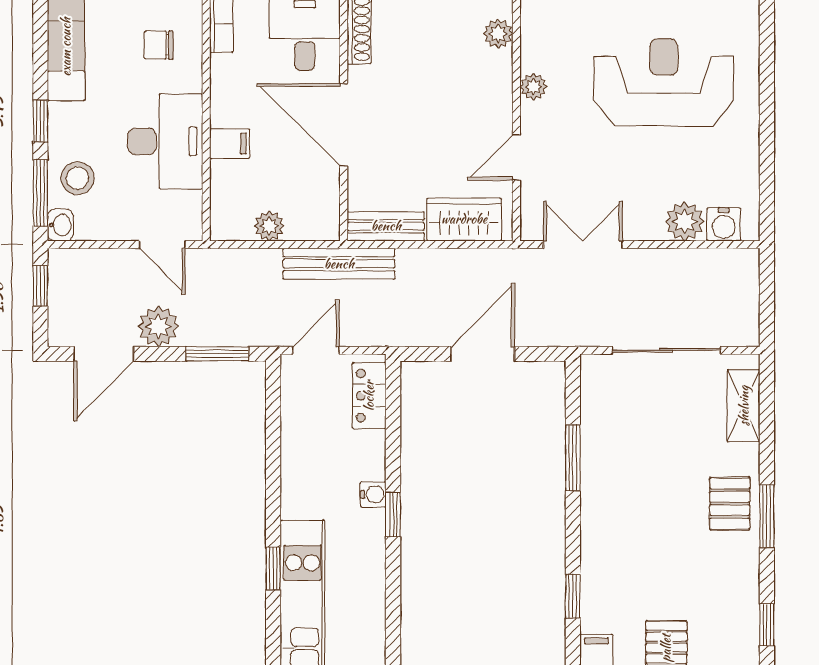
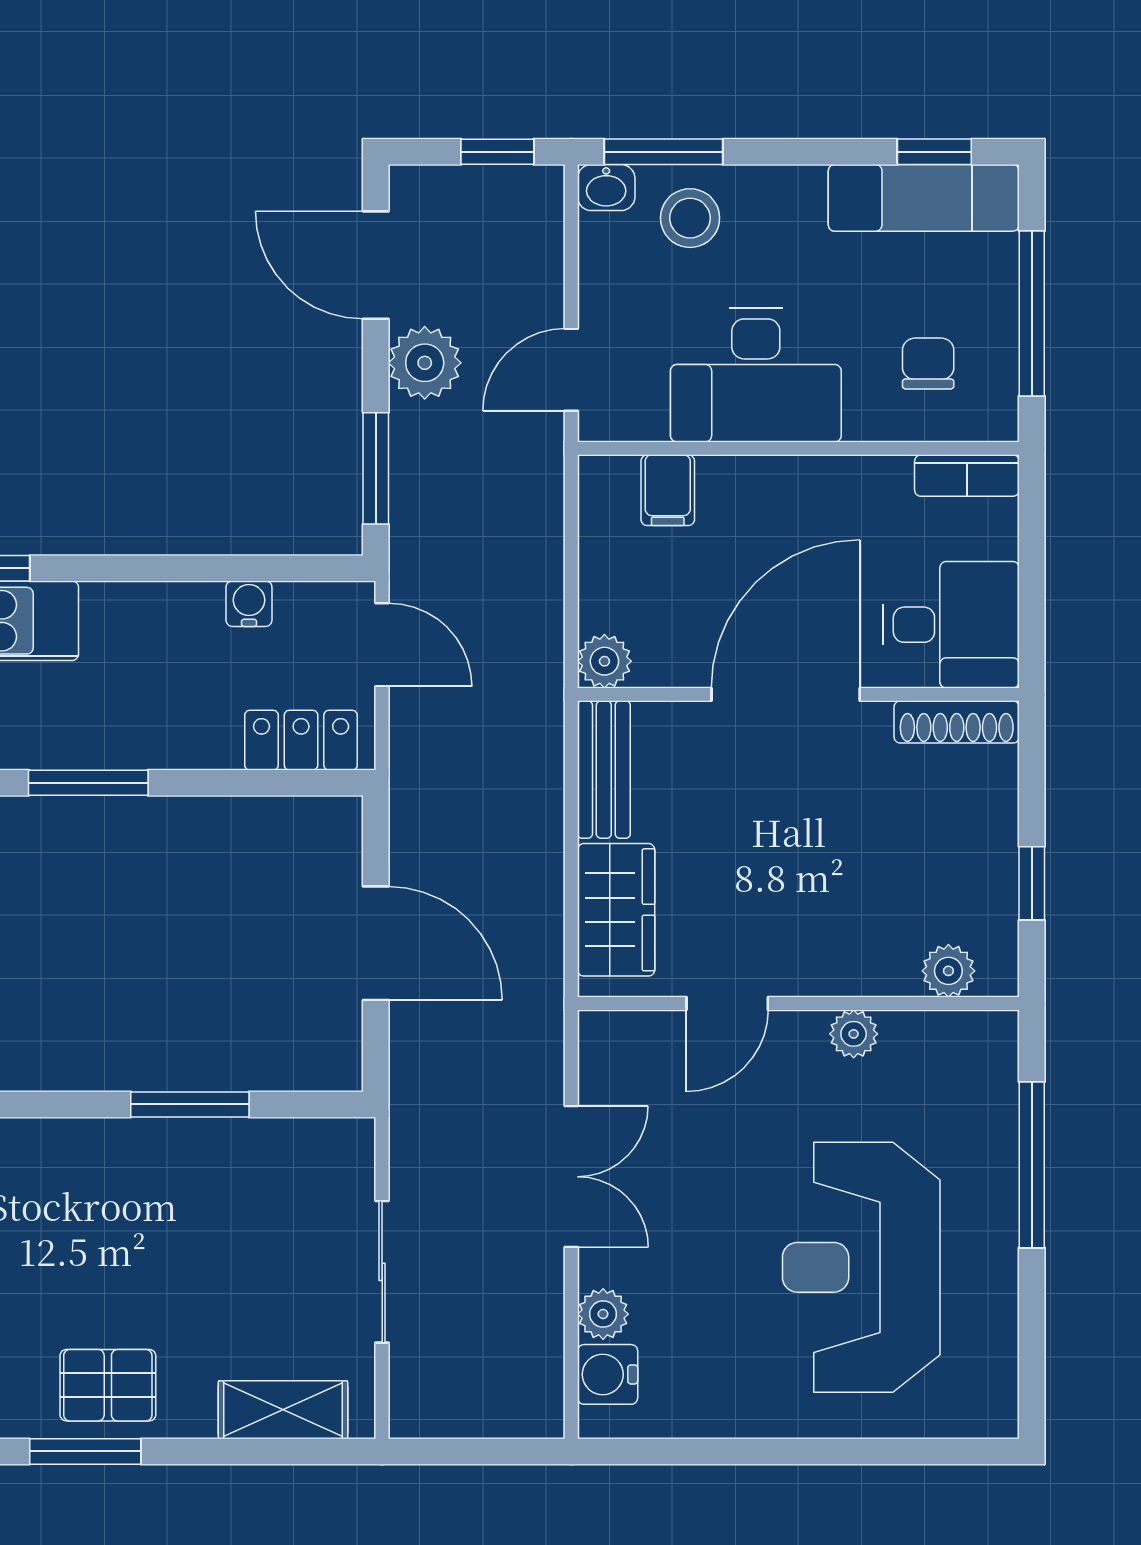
reception desk: (664, 82) -> (861, 1267), turned 180
window: (40, 121) -> (934, 152), moved
filing cabinet: (230, 144) -> (668, 490), moved
door: (516, 157) -> (727, 1004), swing flipped
plant: (685, 221) -> (603, 1314), width x0.73, depth x0.73
plant: (269, 226) -> (604, 661), moved
double door: (583, 245) -> (571, 1177), moved
bench: (339, 264) -> (537, 686), removed
sliding door: (666, 350) -> (382, 1272), width x0.73
water cooler: (373, 494) -> (249, 604), moved, turned 180
window: (393, 514) -> (88, 783), width x1.50

